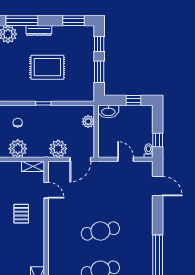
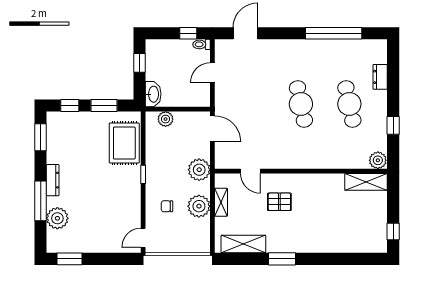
rug: (47, 67) -> (124, 143), moved
plant: (58, 149) -> (199, 170), moved
shelving: (33, 166) -> (221, 202), moved
door: (46, 190) -> (250, 171), swing flipped

